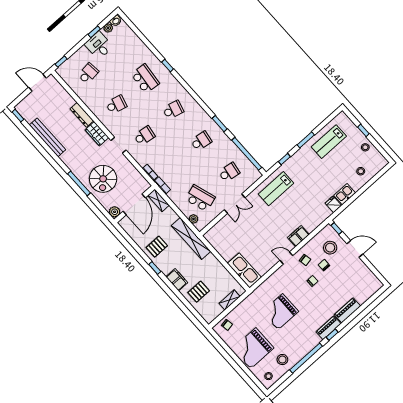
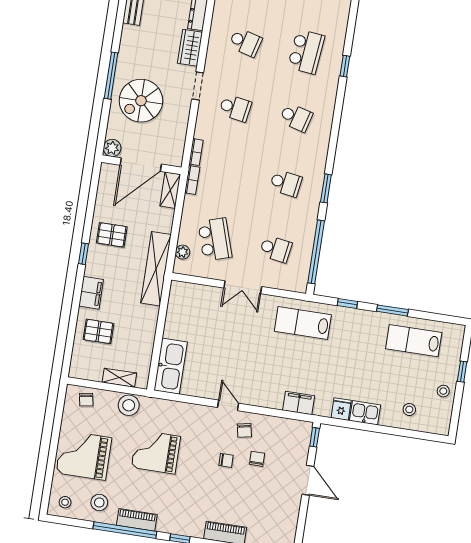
filing cabinet: (298, 236) -> (299, 403), moved
stool: (330, 248) -> (129, 405), moved
piano: (329, 328) -> (137, 520), moved

